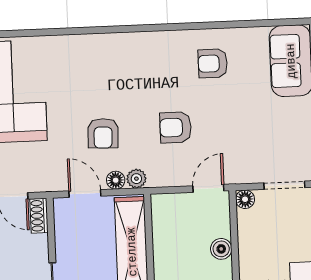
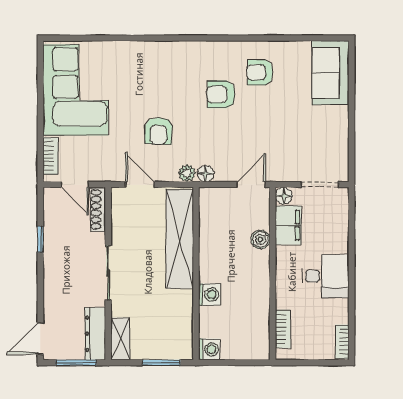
armchair: (175, 127) -> (221, 94), moved
floor lamp: (116, 180) -> (206, 174), moved
shoe rack: (39, 216) -> (98, 209), width x1.43
filing cabinet: (251, 232) -> (288, 225), added

